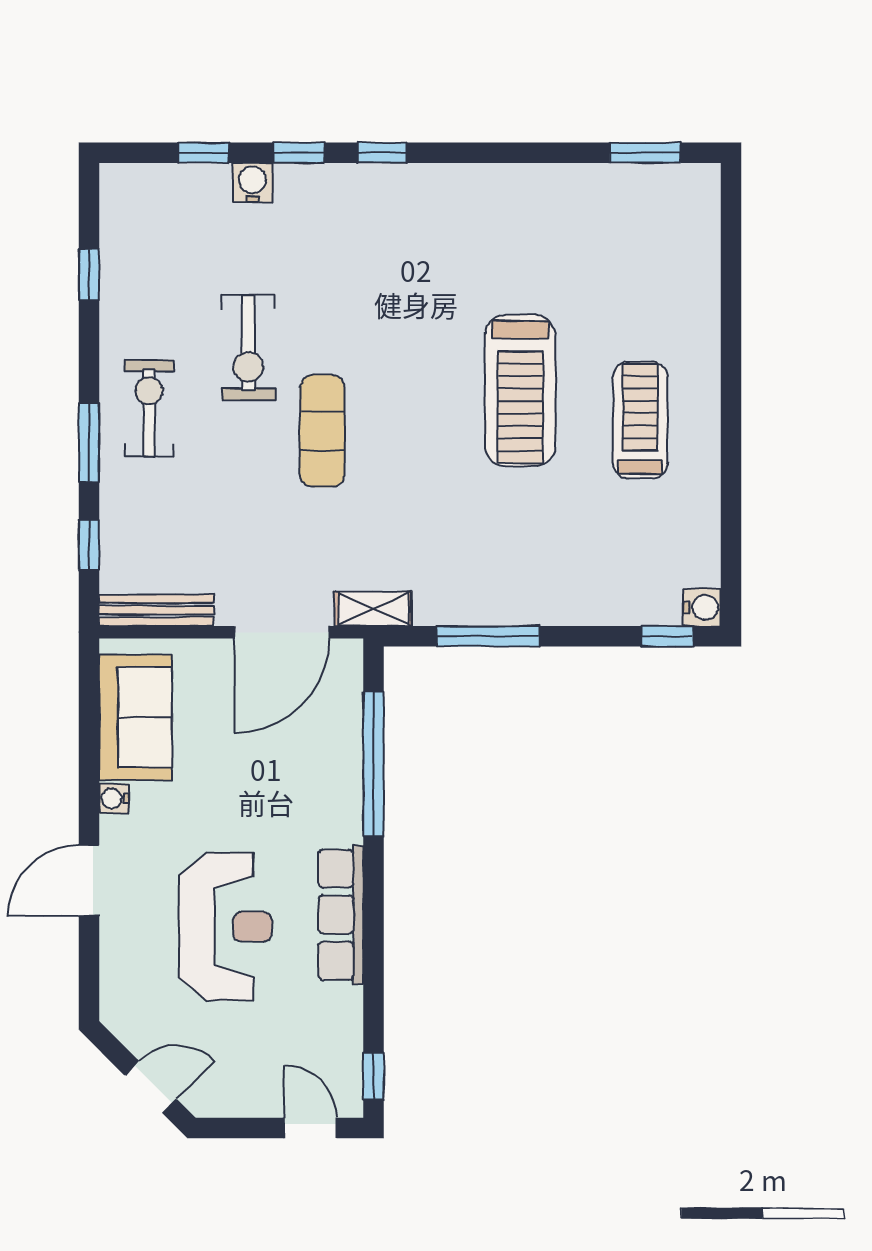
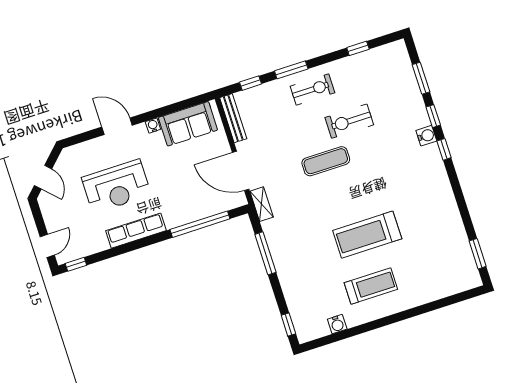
window: (203, 153) -> (421, 78), width x1.50
water cooler: (252, 183) -> (426, 136), moved
water cooler: (702, 607) -> (337, 324), moved

